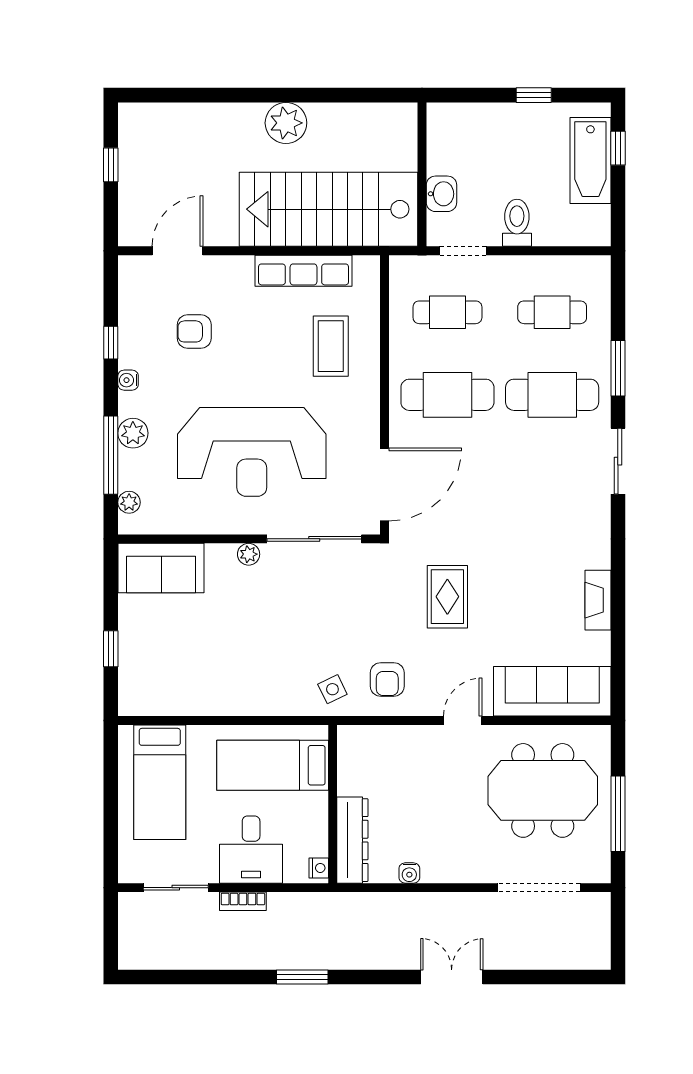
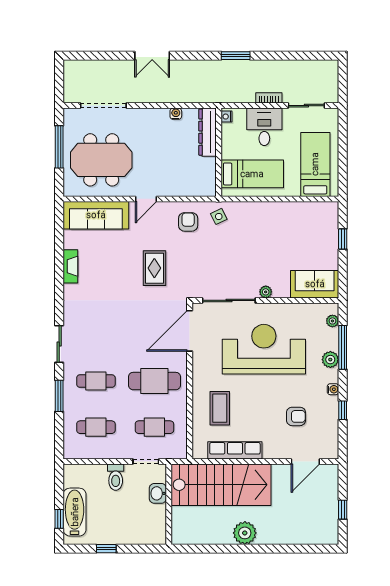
cafe table: (552, 395) -> (96, 381), width x0.73, depth x0.74

